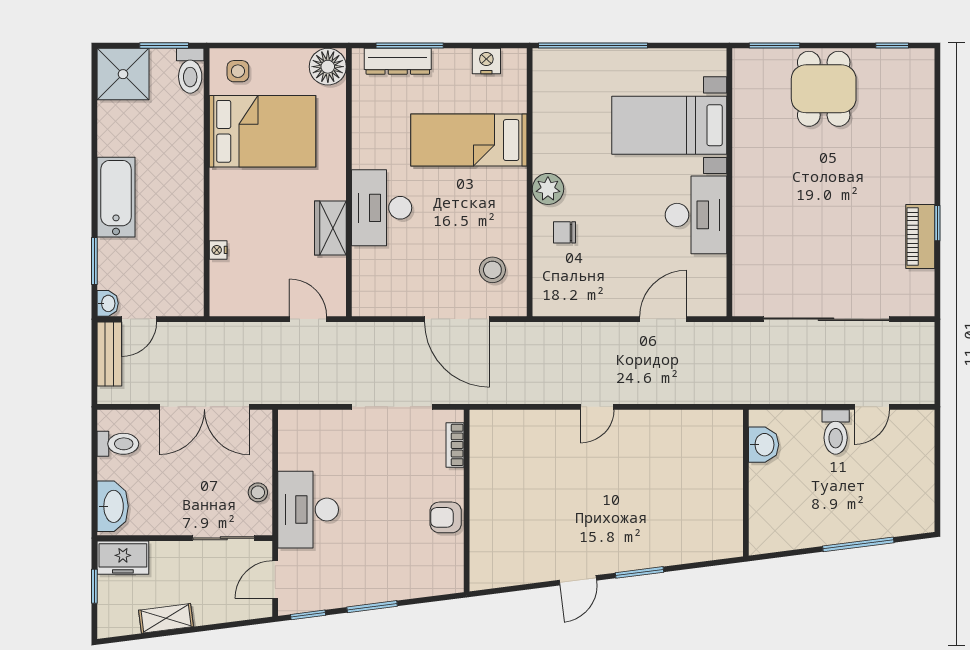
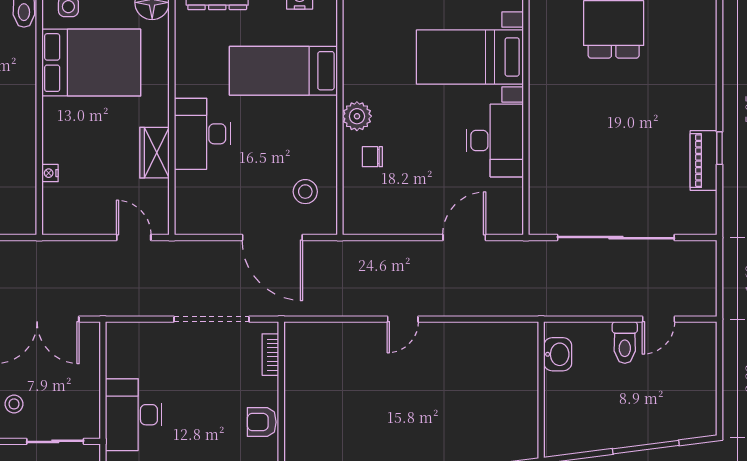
stool: (258, 492) -> (14, 404), moved

